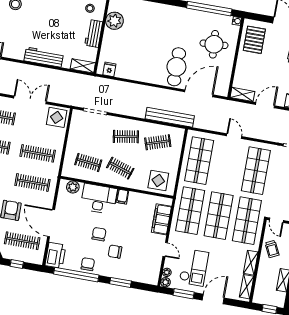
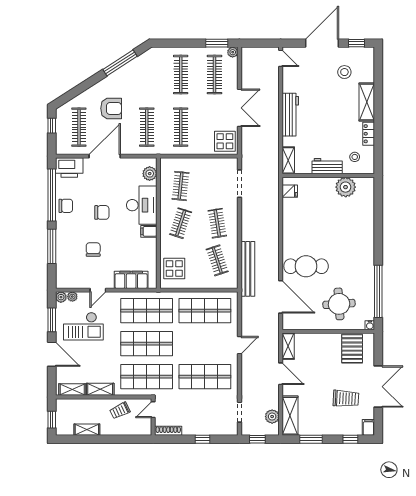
pallet: (254, 40) -> (352, 349), turned 90
chair: (115, 252) -> (93, 249), moved
window: (121, 282) -> (52, 246), width x1.44

